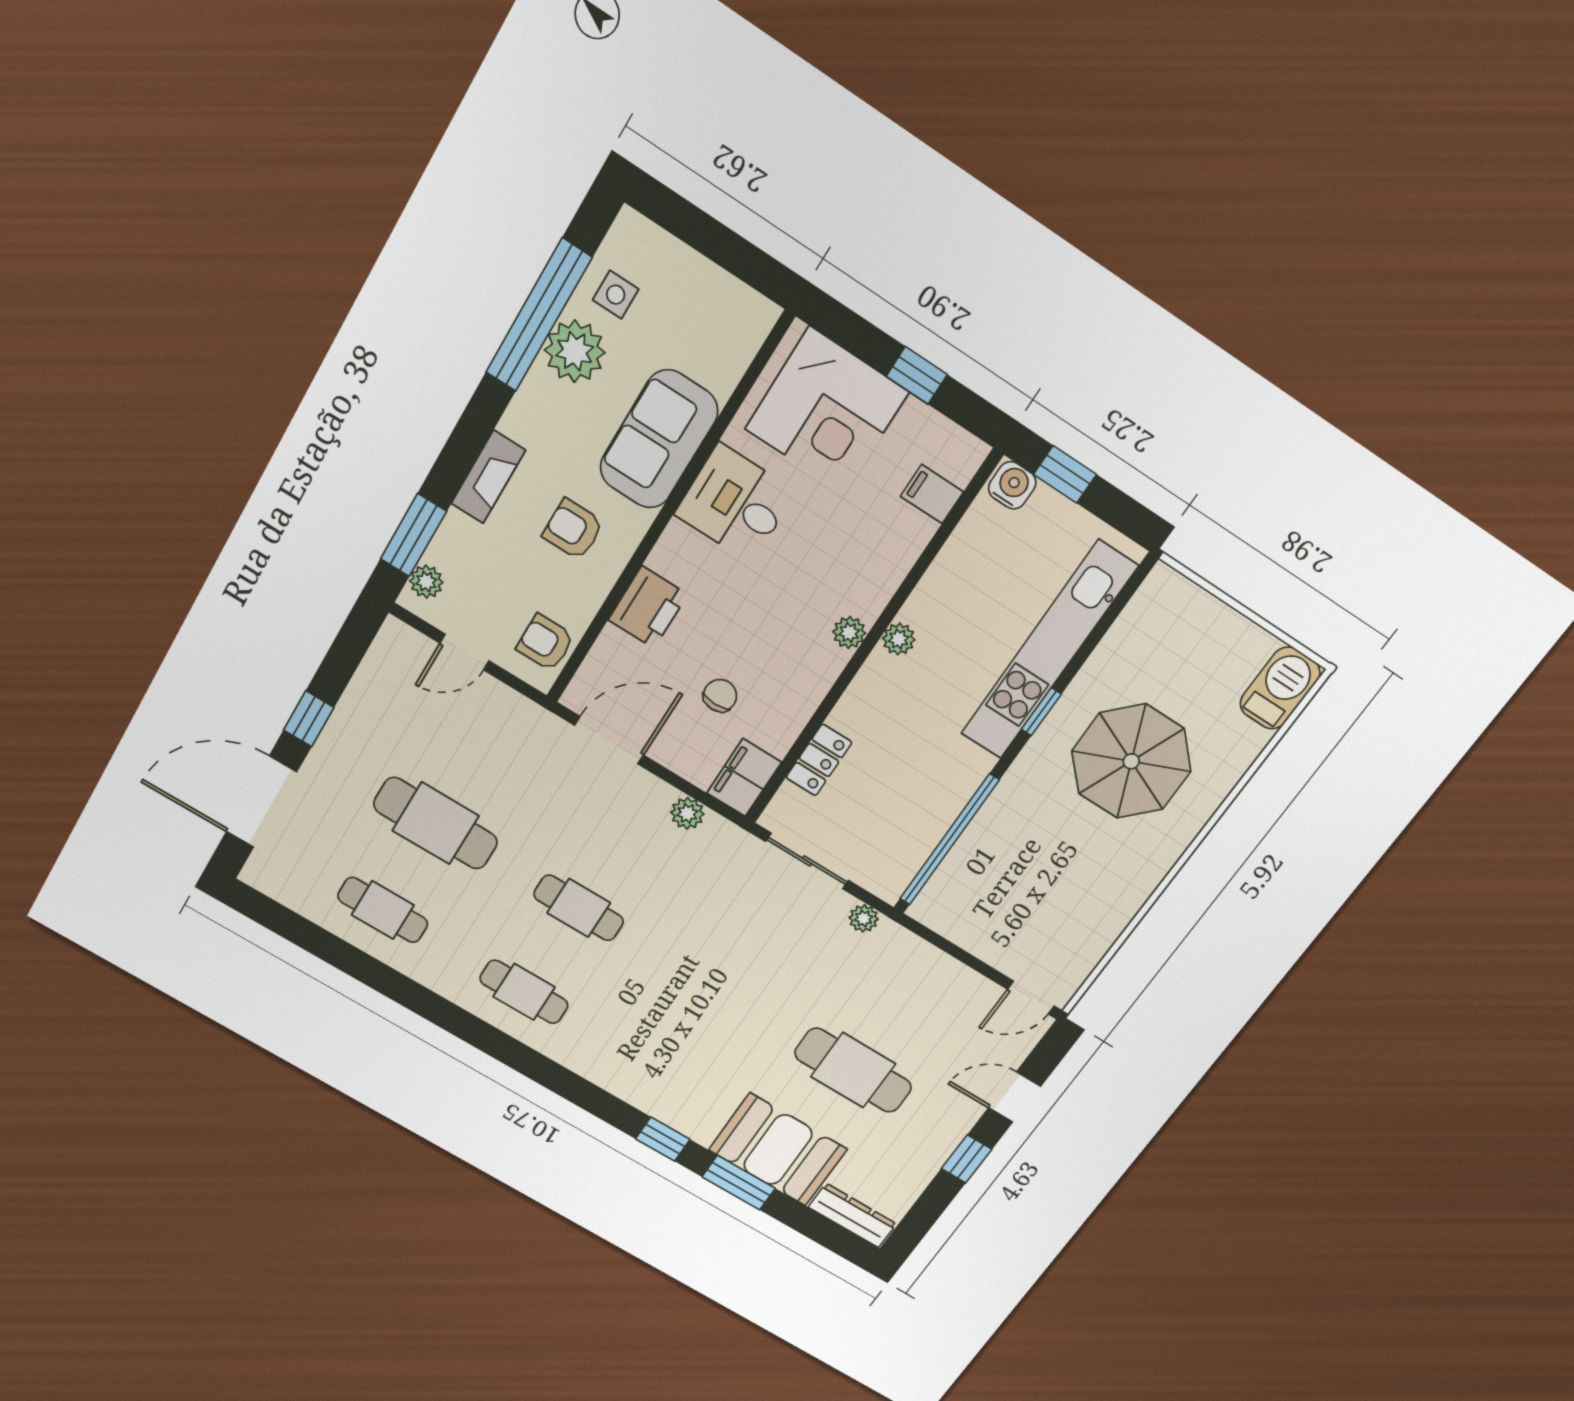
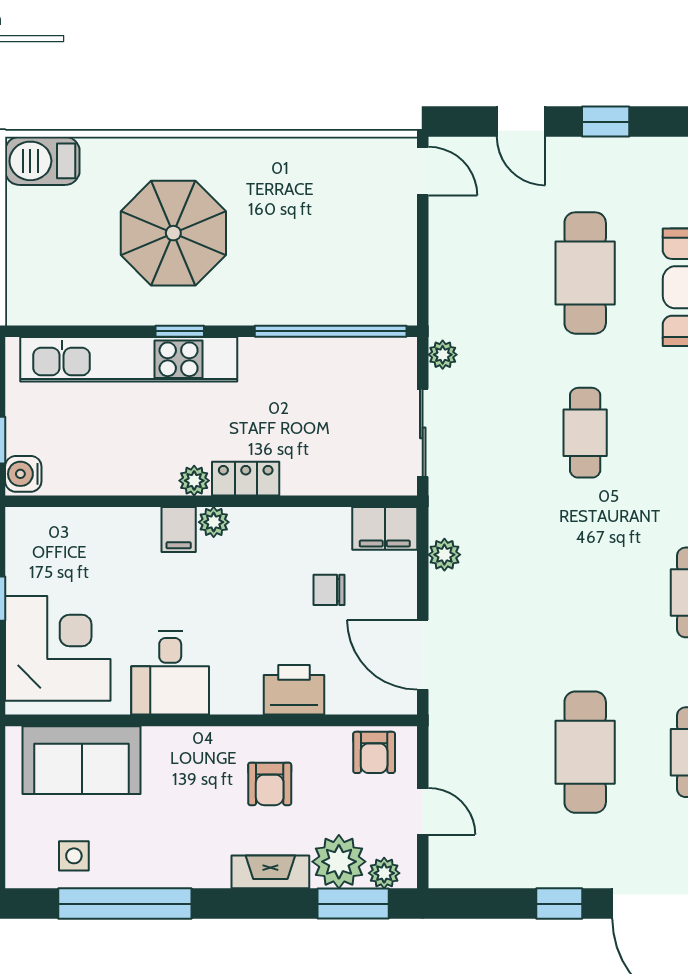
plant: (575, 351) -> (339, 862), moved
sofa: (659, 439) -> (82, 760), moved
filing cabinet: (932, 494) -> (179, 529), moved
locker: (819, 760) -> (246, 479), moved
cafe table: (579, 908) -> (585, 433), moved

